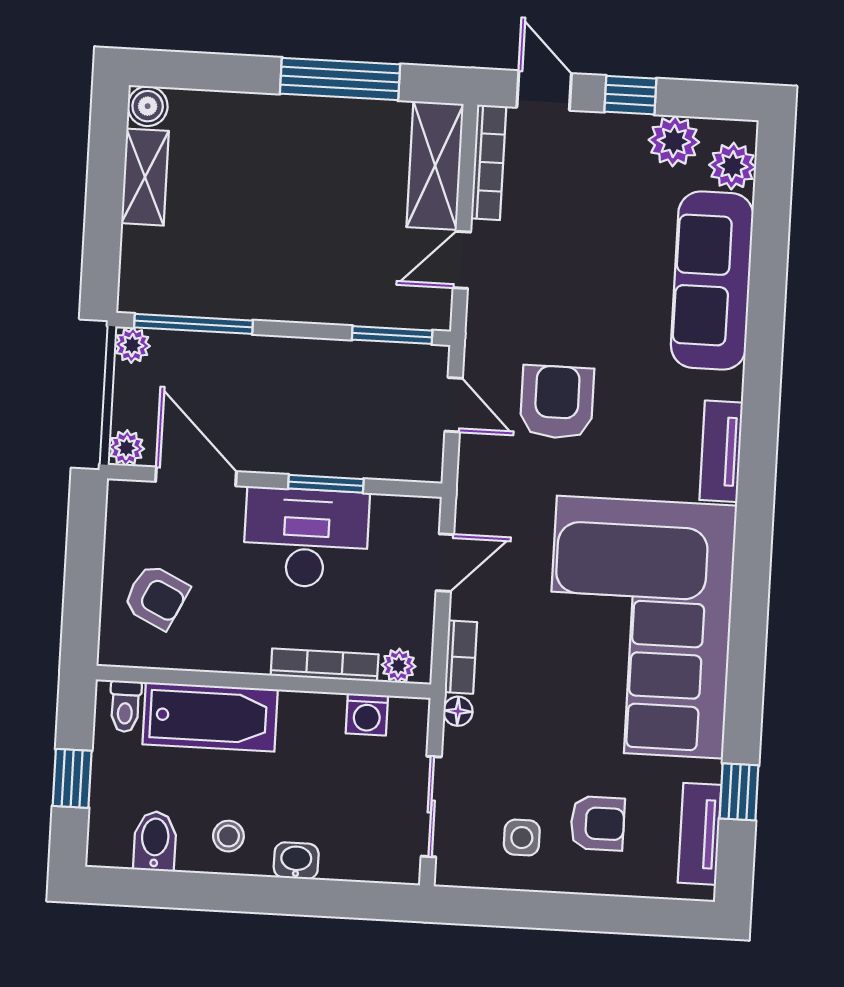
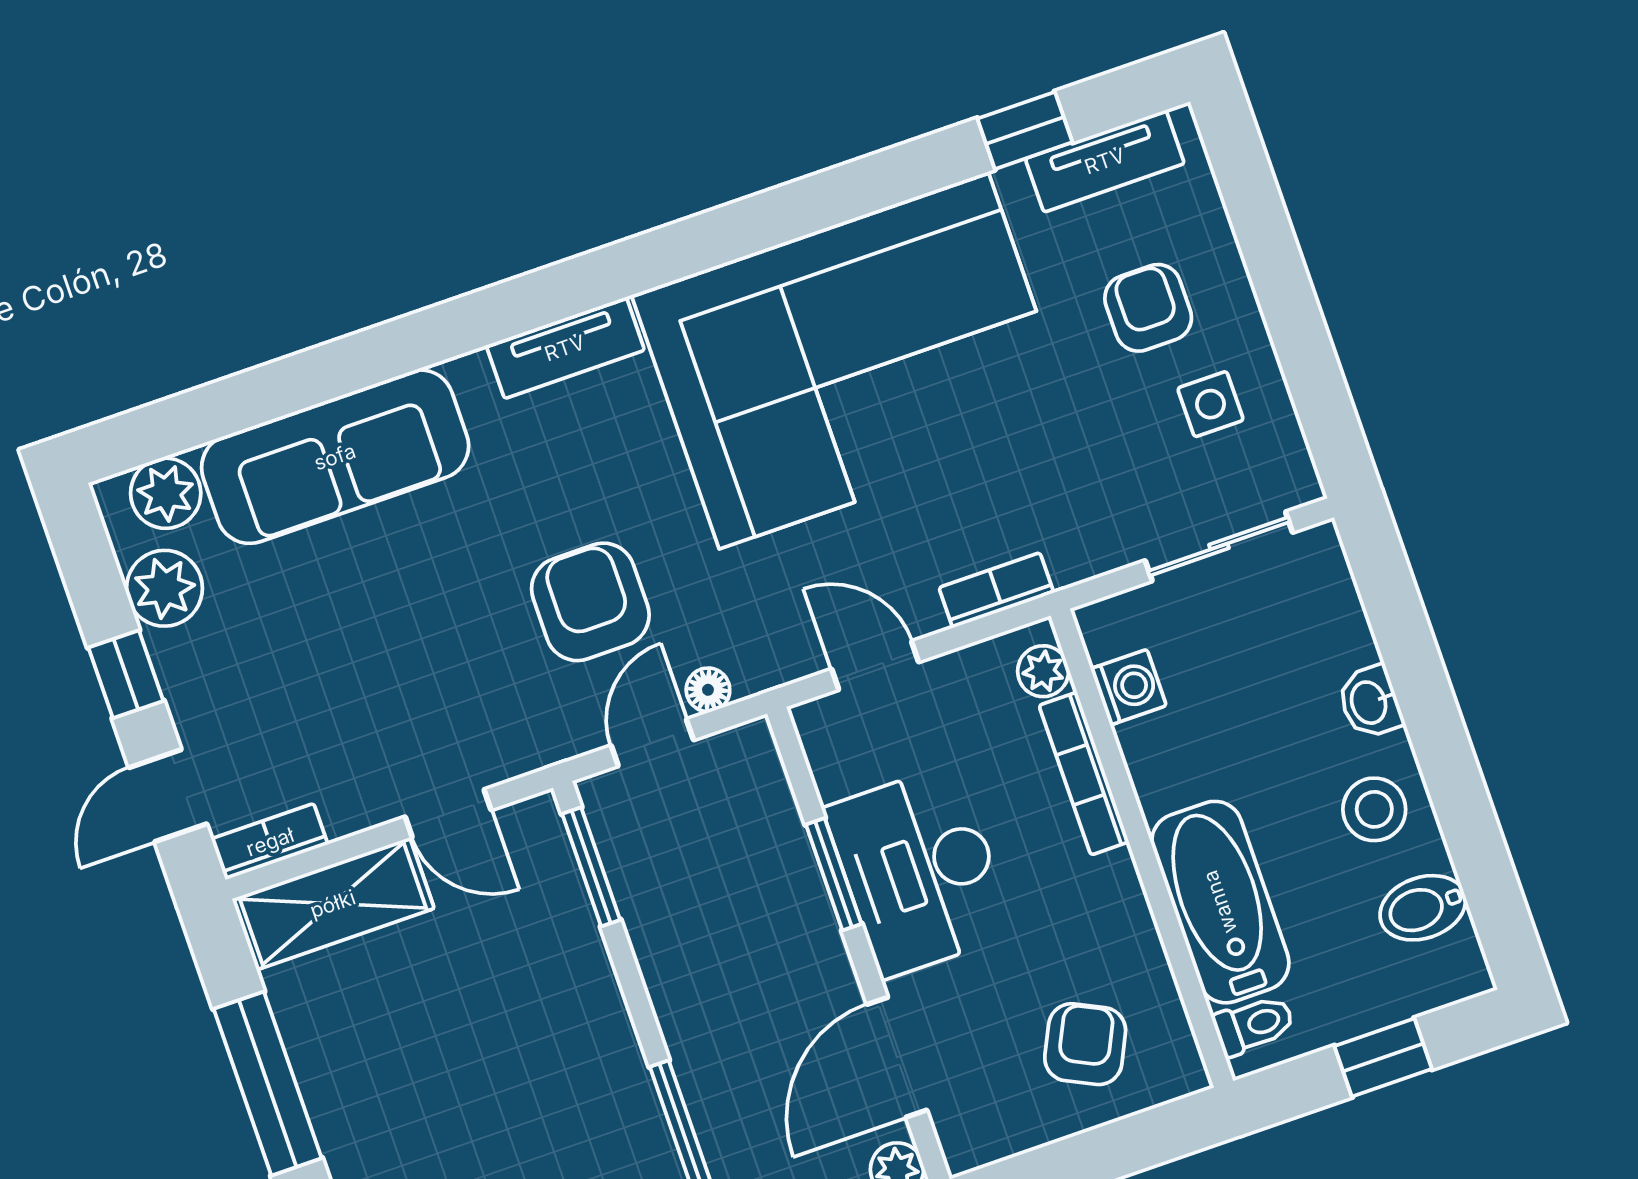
bookcase: (489, 162) -> (270, 842), width x0.64
armchair: (557, 402) -> (590, 602), turned 90
floor lamp: (458, 711) -> (708, 690), moved
stool: (228, 836) -> (1374, 809), width x1.37, depth x1.37

